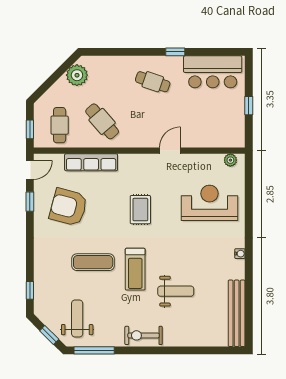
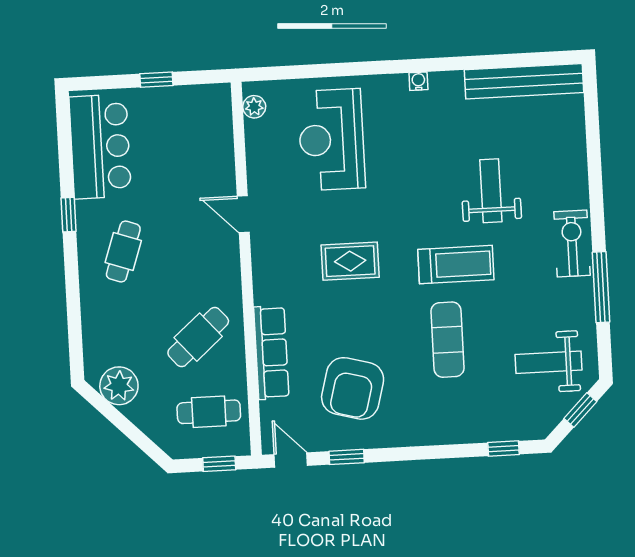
exercise bike: (144, 335) -> (572, 243), turned 180
window: (94, 350) -> (601, 287), moved

